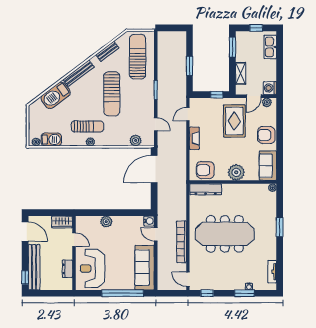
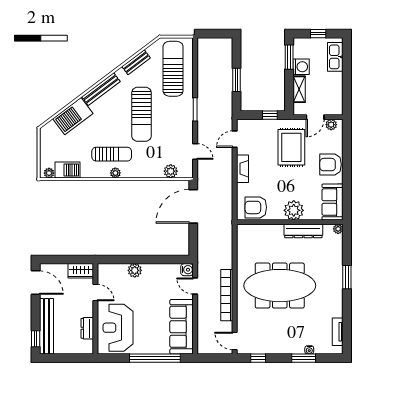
washing machine: (270, 88) -> (301, 67), moved, turned 180
dresser: (206, 189) -> (303, 231), moved

